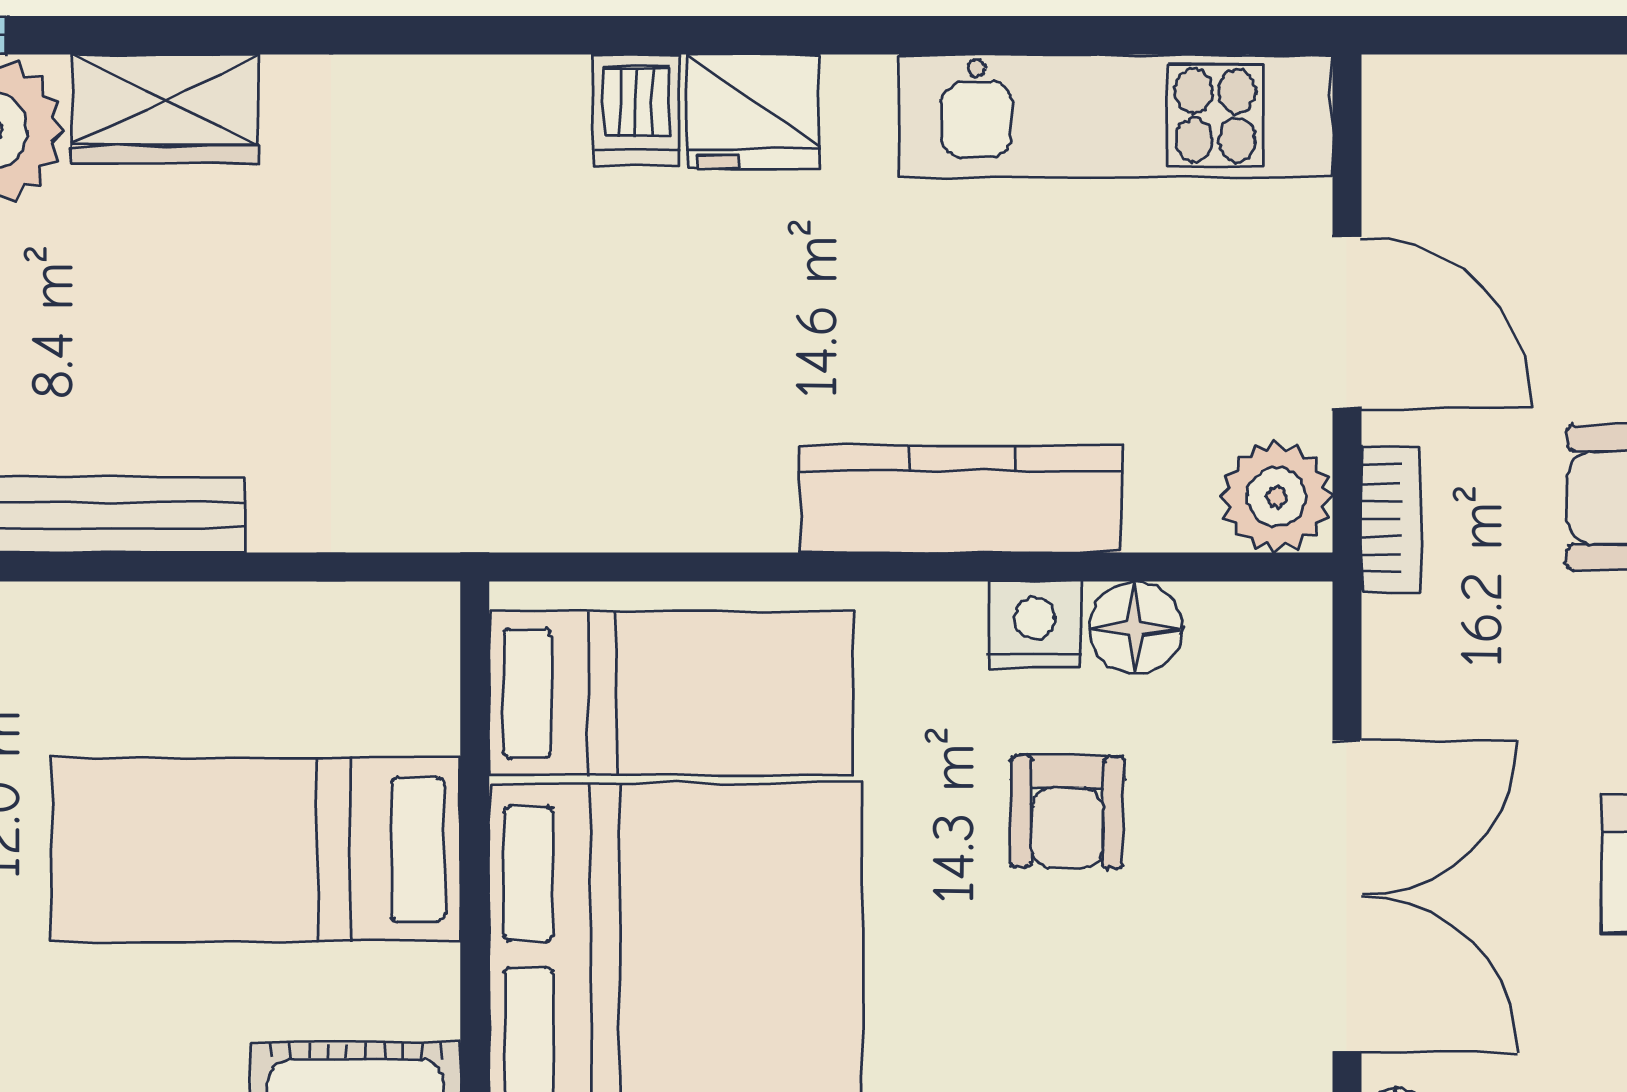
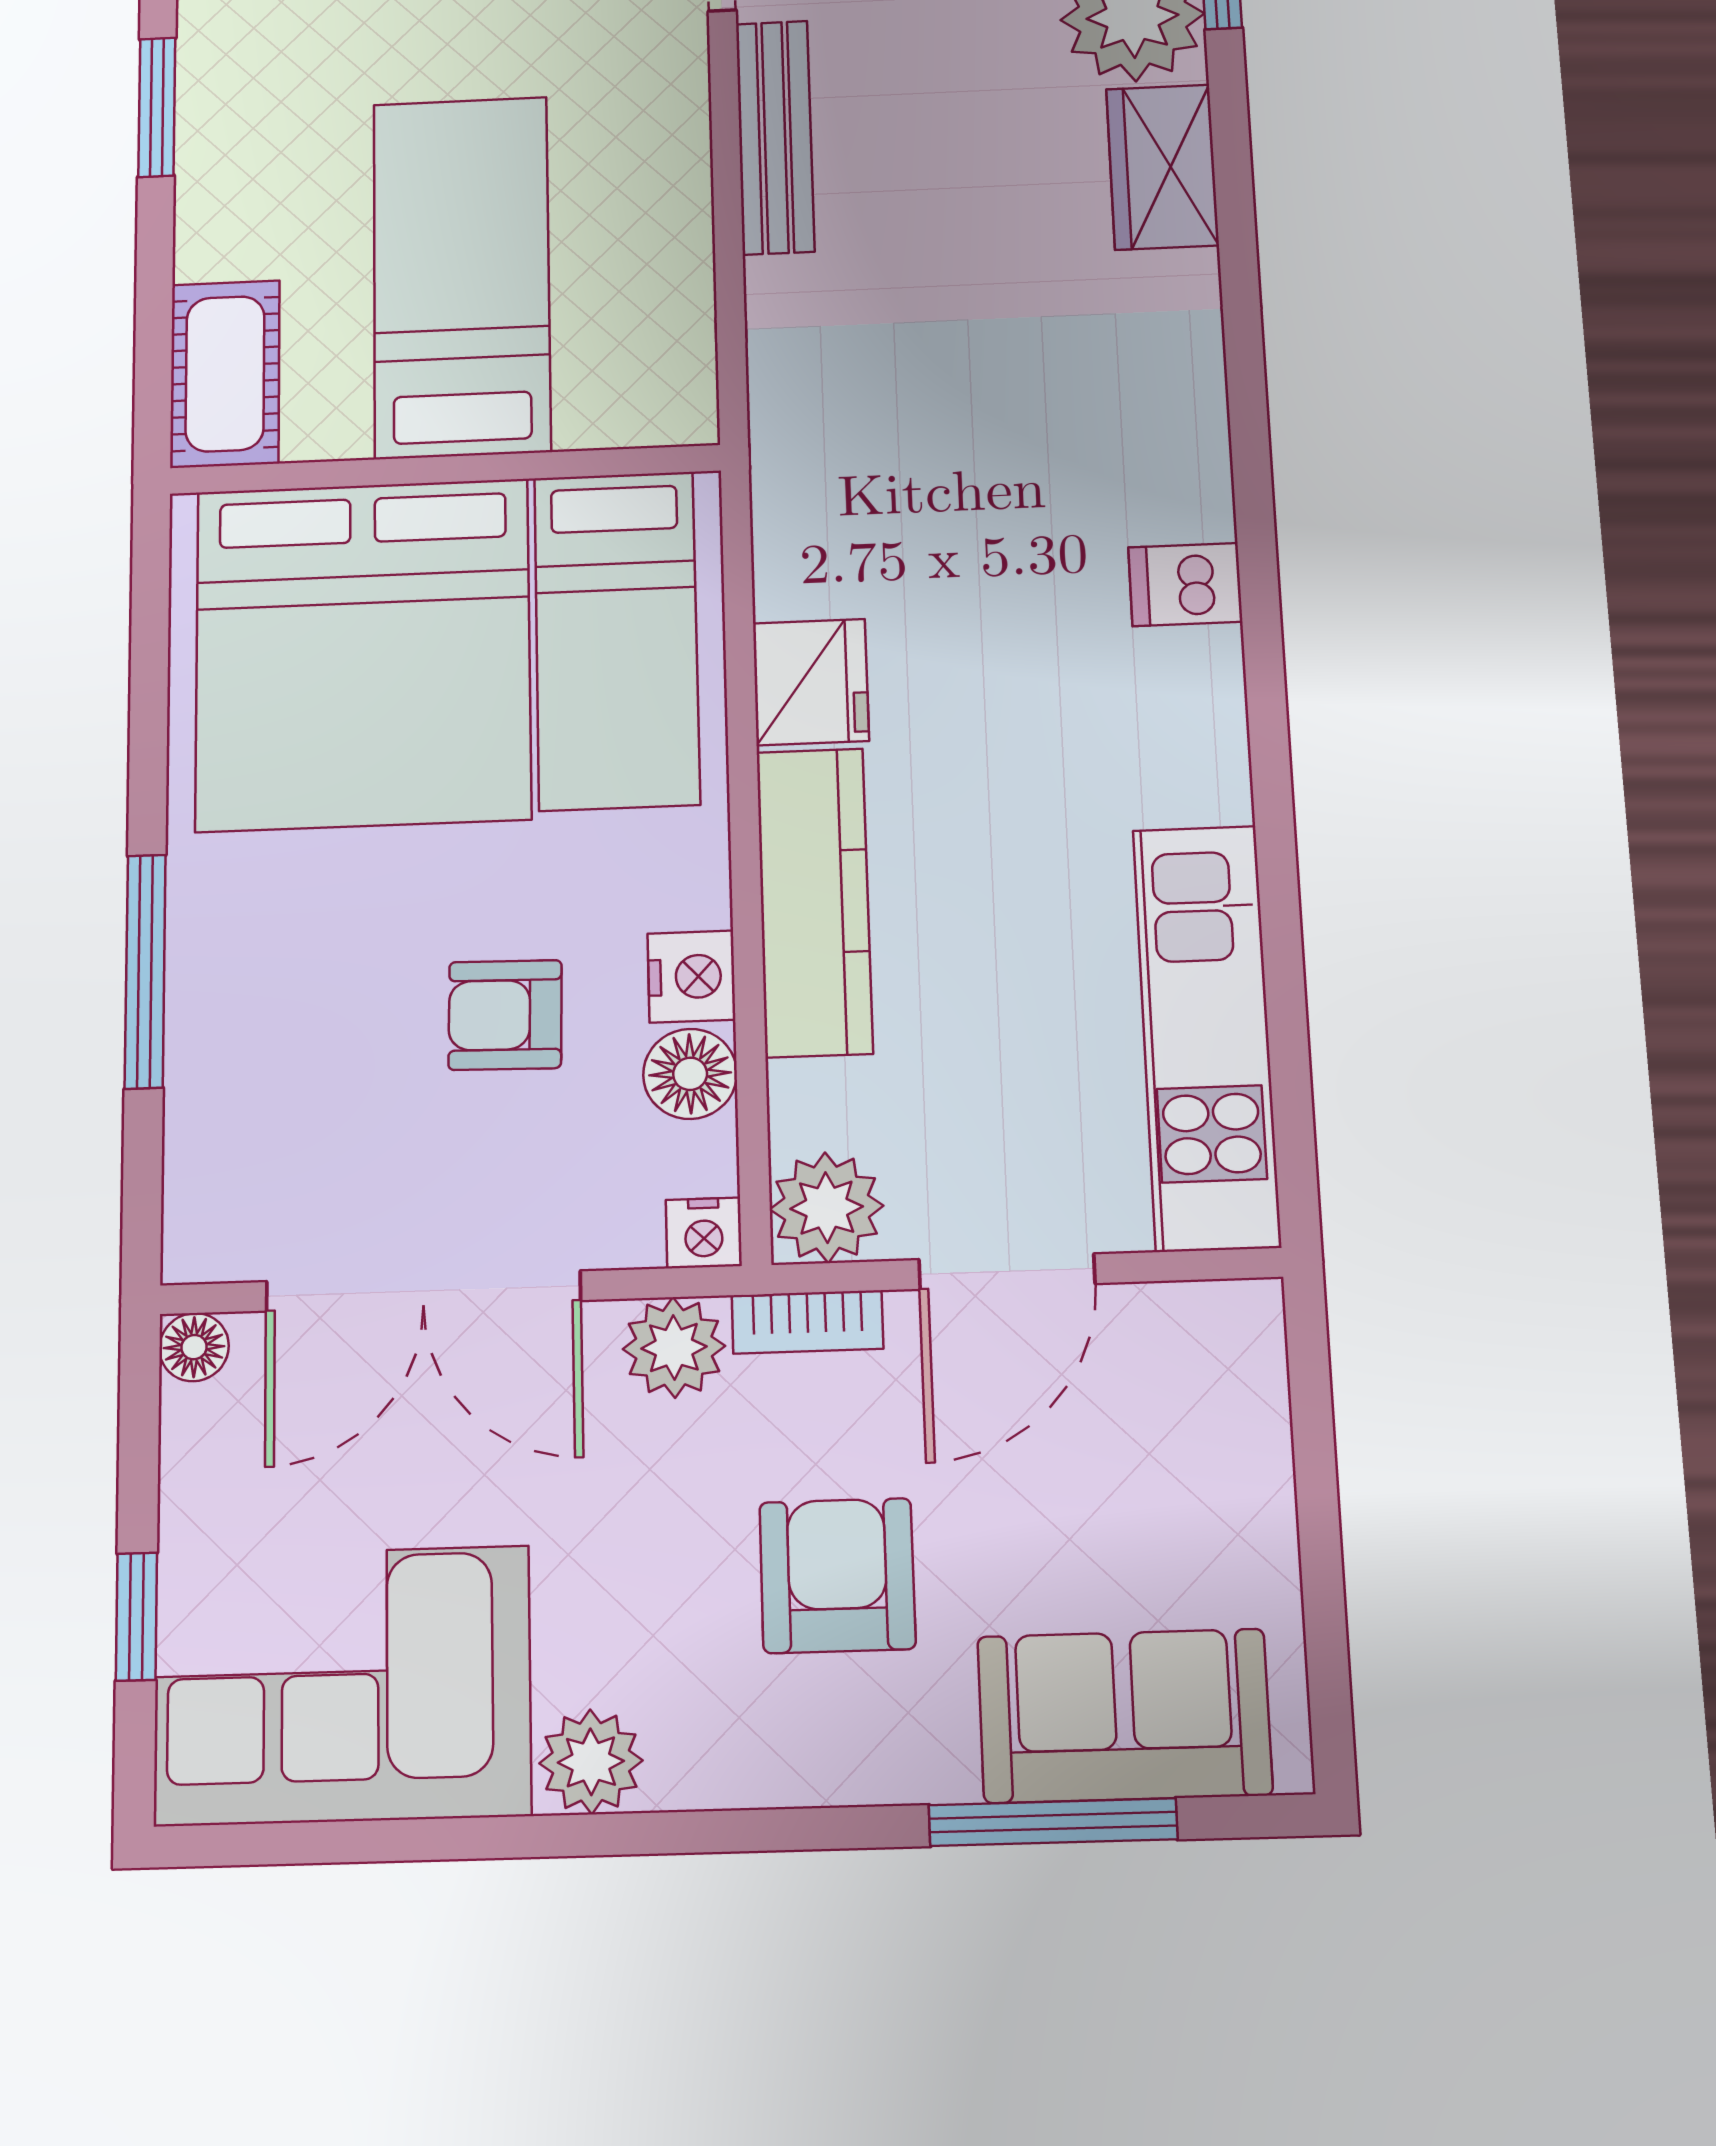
fridge: (753, 112) -> (811, 682), moved, turned 180
nightstand: (1298, 618) -> (704, 1233), added
plant: (1412, 650) -> (674, 1347), added

